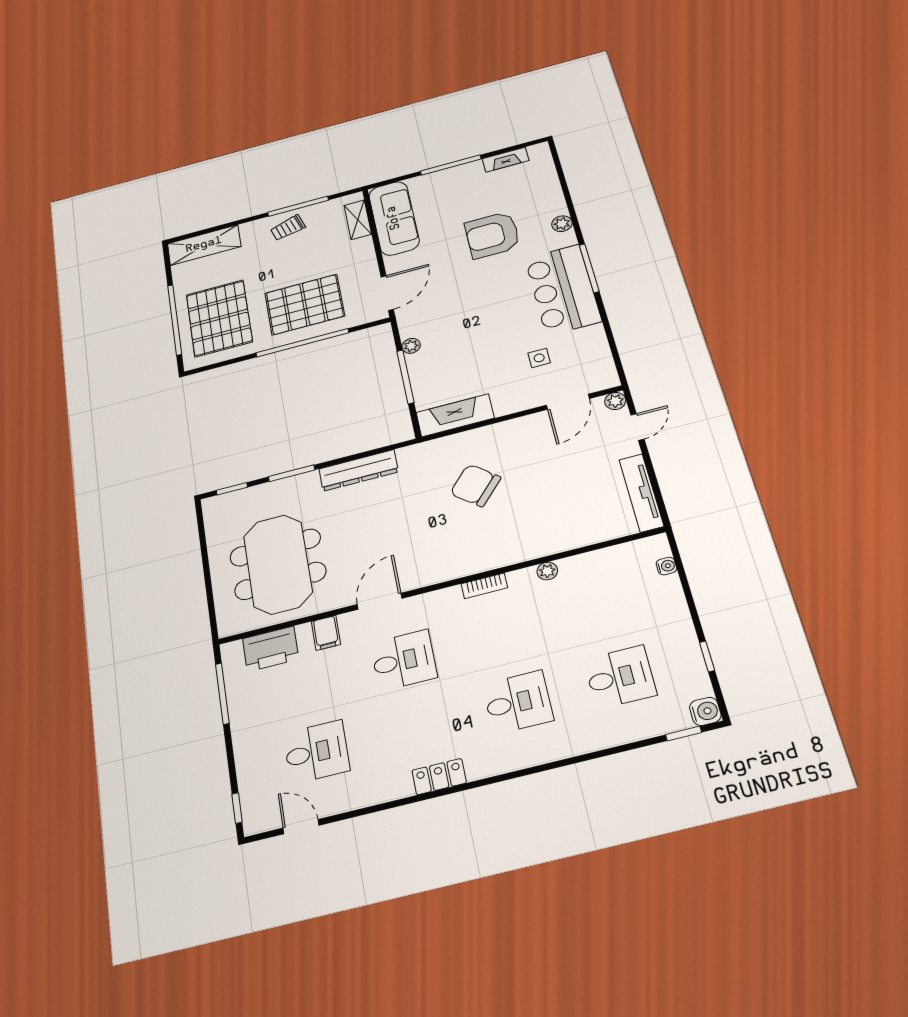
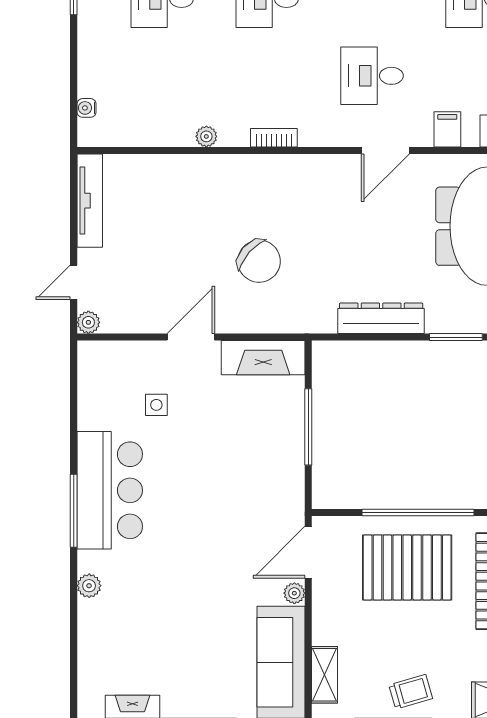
armchair: (492, 235) -> (171, 597), removed
plant: (411, 346) -> (294, 593), moved
door: (568, 402) -> (191, 337), moved

